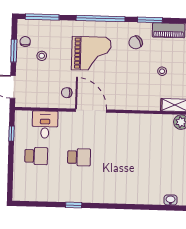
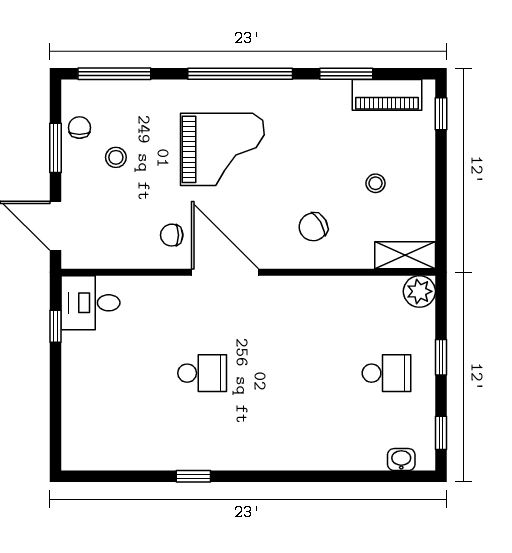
chair: (136, 42) -> (313, 227), moved
desk: (45, 125) -> (90, 303), moved, turned -90
school desk: (36, 156) -> (387, 373), moved

